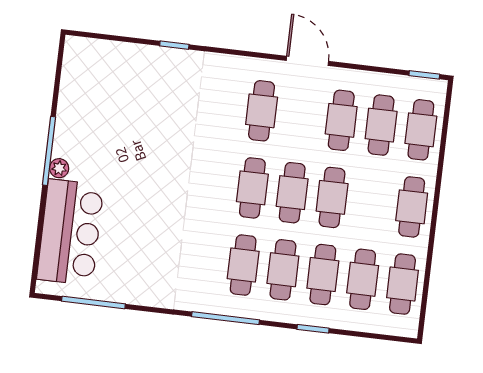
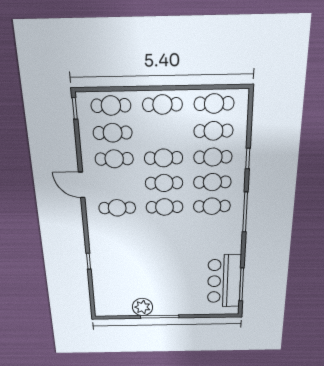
door: (307, 61) -> (82, 185), hinge flipped
plant: (59, 168) -> (142, 307), moved, width x1.88, depth x1.88
bar counter: (70, 232) -> (224, 281), moved, turned -90

